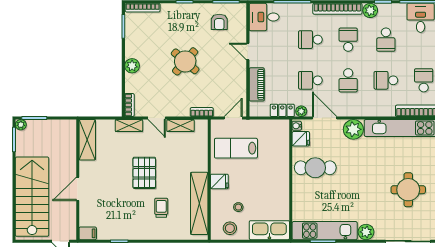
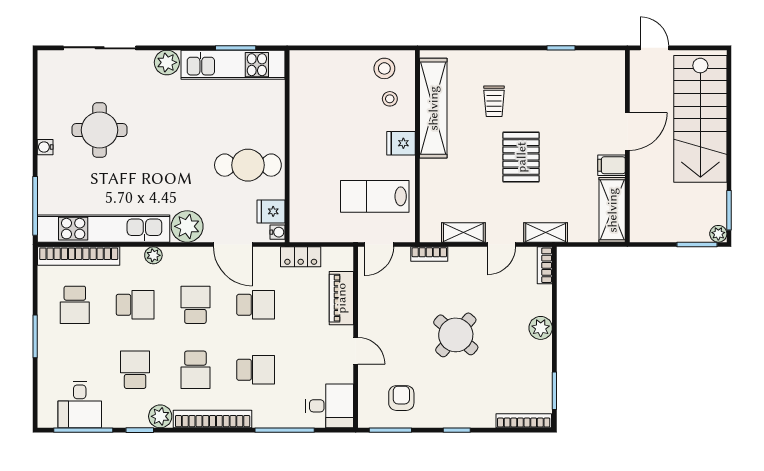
plant: (301, 111) -> (153, 255), moved
door: (157, 118) -> (501, 244), swing flipped
lab bench: (236, 148) -> (375, 196), turned 180
stool: (238, 207) -> (390, 99), moved
kitchen sink: (269, 230) -> (321, 65), removed
filing cabinet: (88, 233) -> (611, 165), moved

